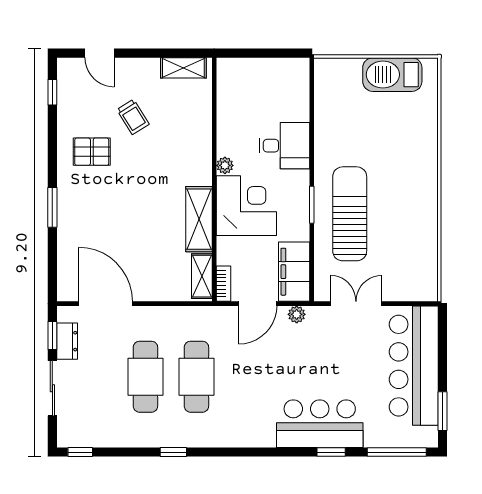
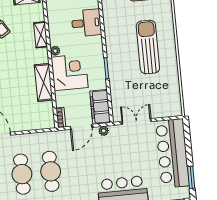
desk: (284, 146) -> (86, 23), moved
sun lounger: (350, 214) -> (148, 47), moved
shelving: (202, 276) -> (41, 35), moved

